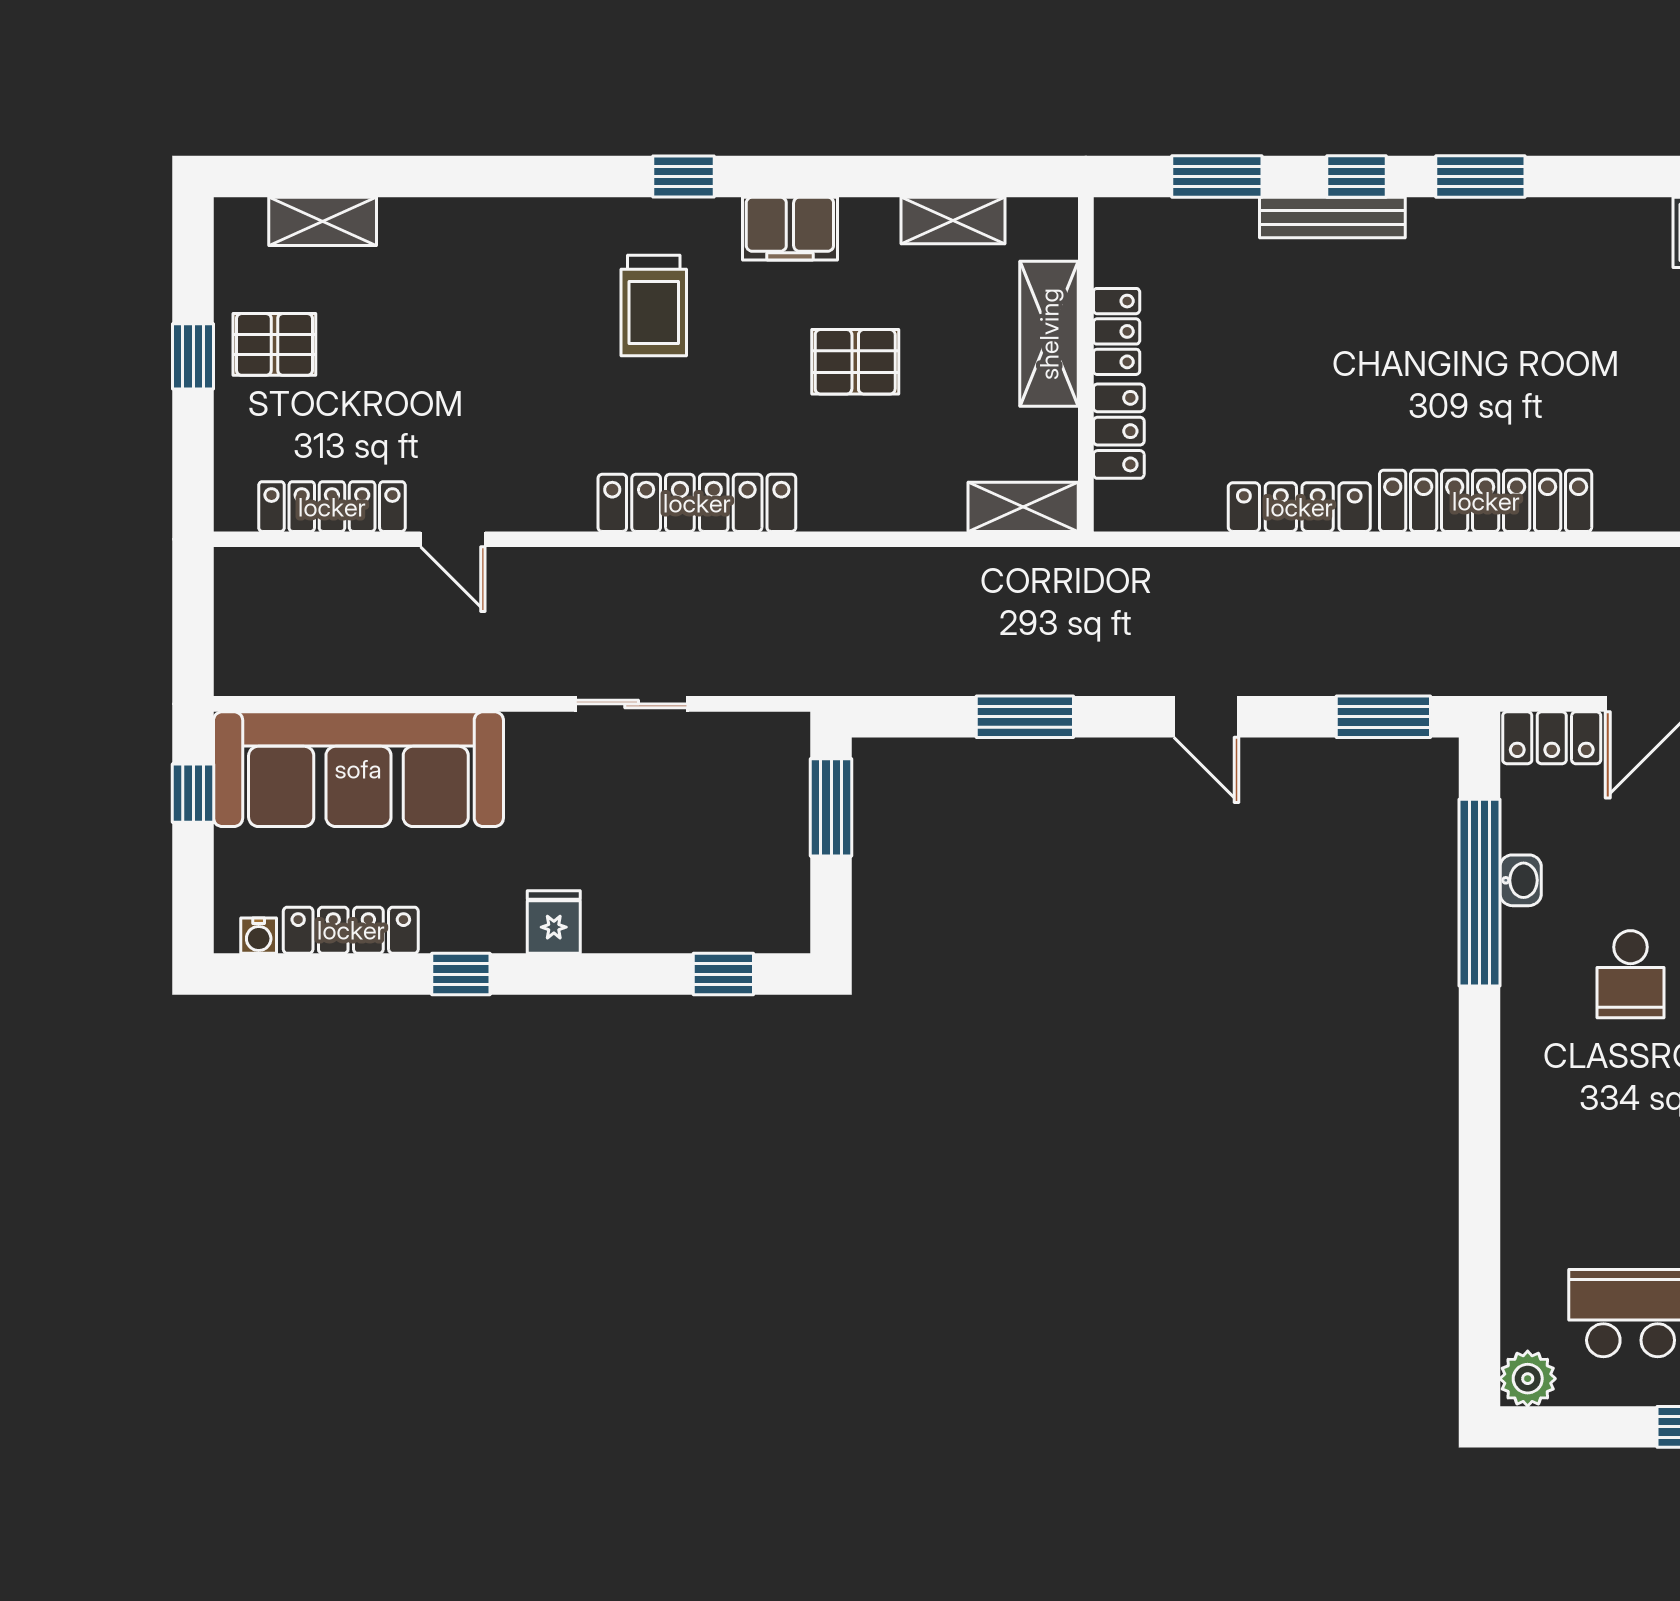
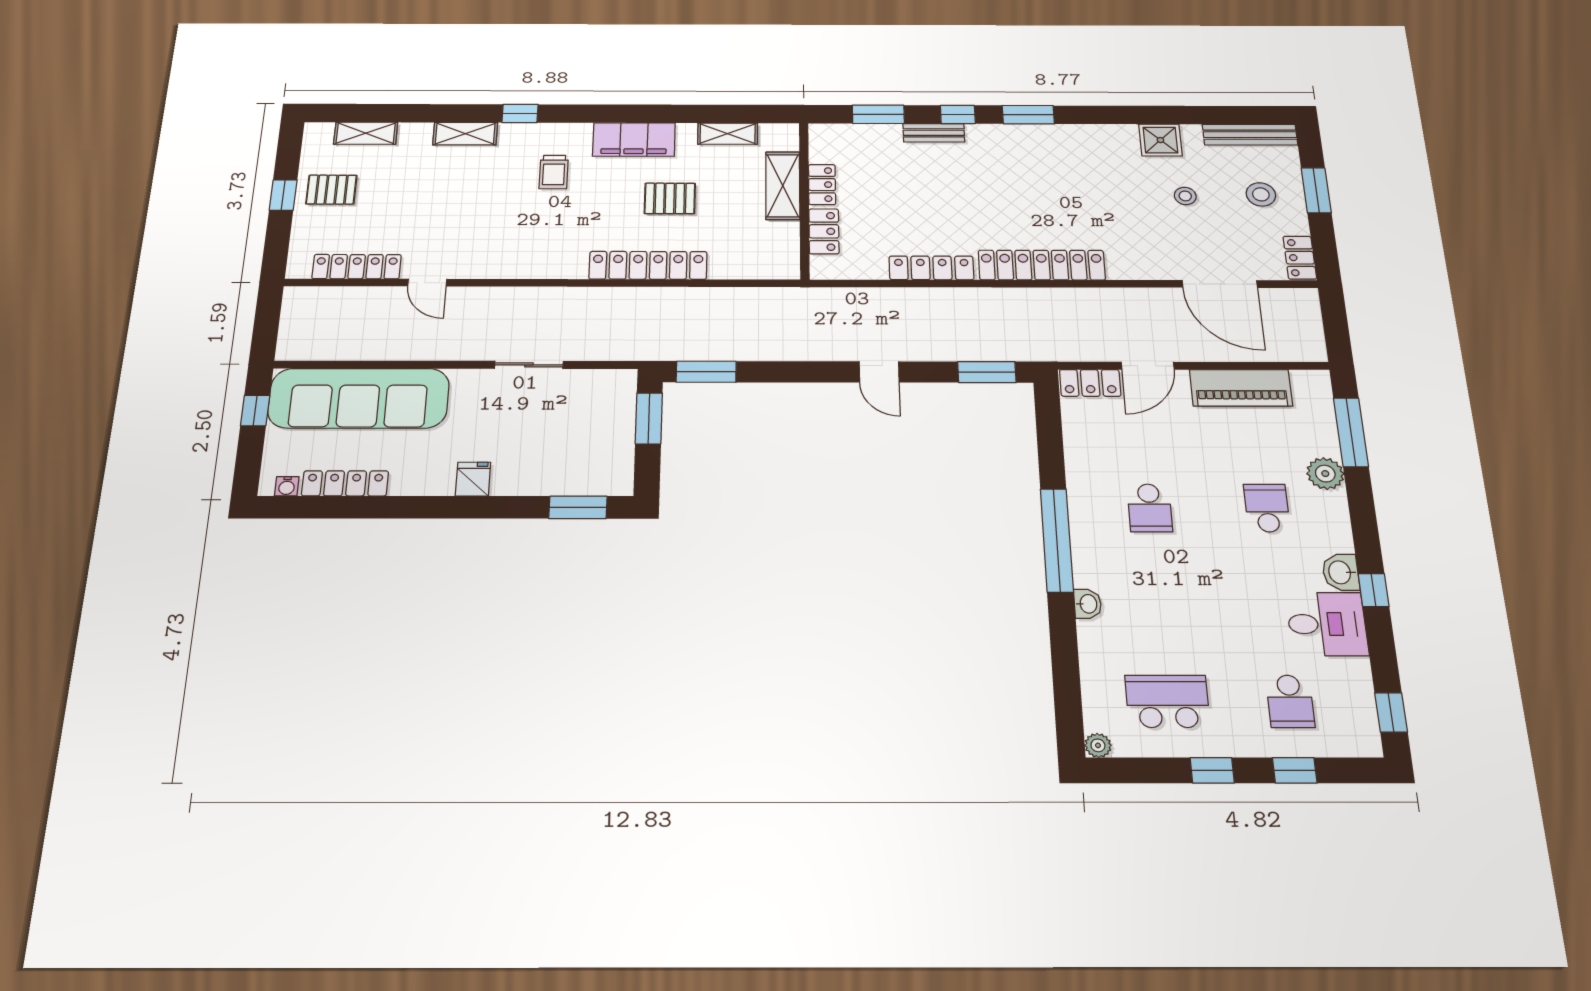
window: (684, 176) -> (520, 113), moved
bench: (1332, 217) -> (934, 133), width x0.73
filing cabinet: (790, 229) -> (634, 140), width x1.50, depth x1.17
trolley: (654, 305) -> (554, 172), width x0.73, depth x0.72
locker: (697, 503) -> (648, 265), moved
shelving: (1023, 507) -> (465, 134), moved
window: (1025, 717) -> (706, 372), moved
washbasin: (1521, 880) -> (1088, 604), moved
window: (1479, 893) -> (1057, 540), moved
window: (461, 974) -> (412, 507), removed
window: (723, 974) -> (578, 507), width x1.50
plant: (1528, 1379) -> (1098, 745), width x0.73, depth x0.73

